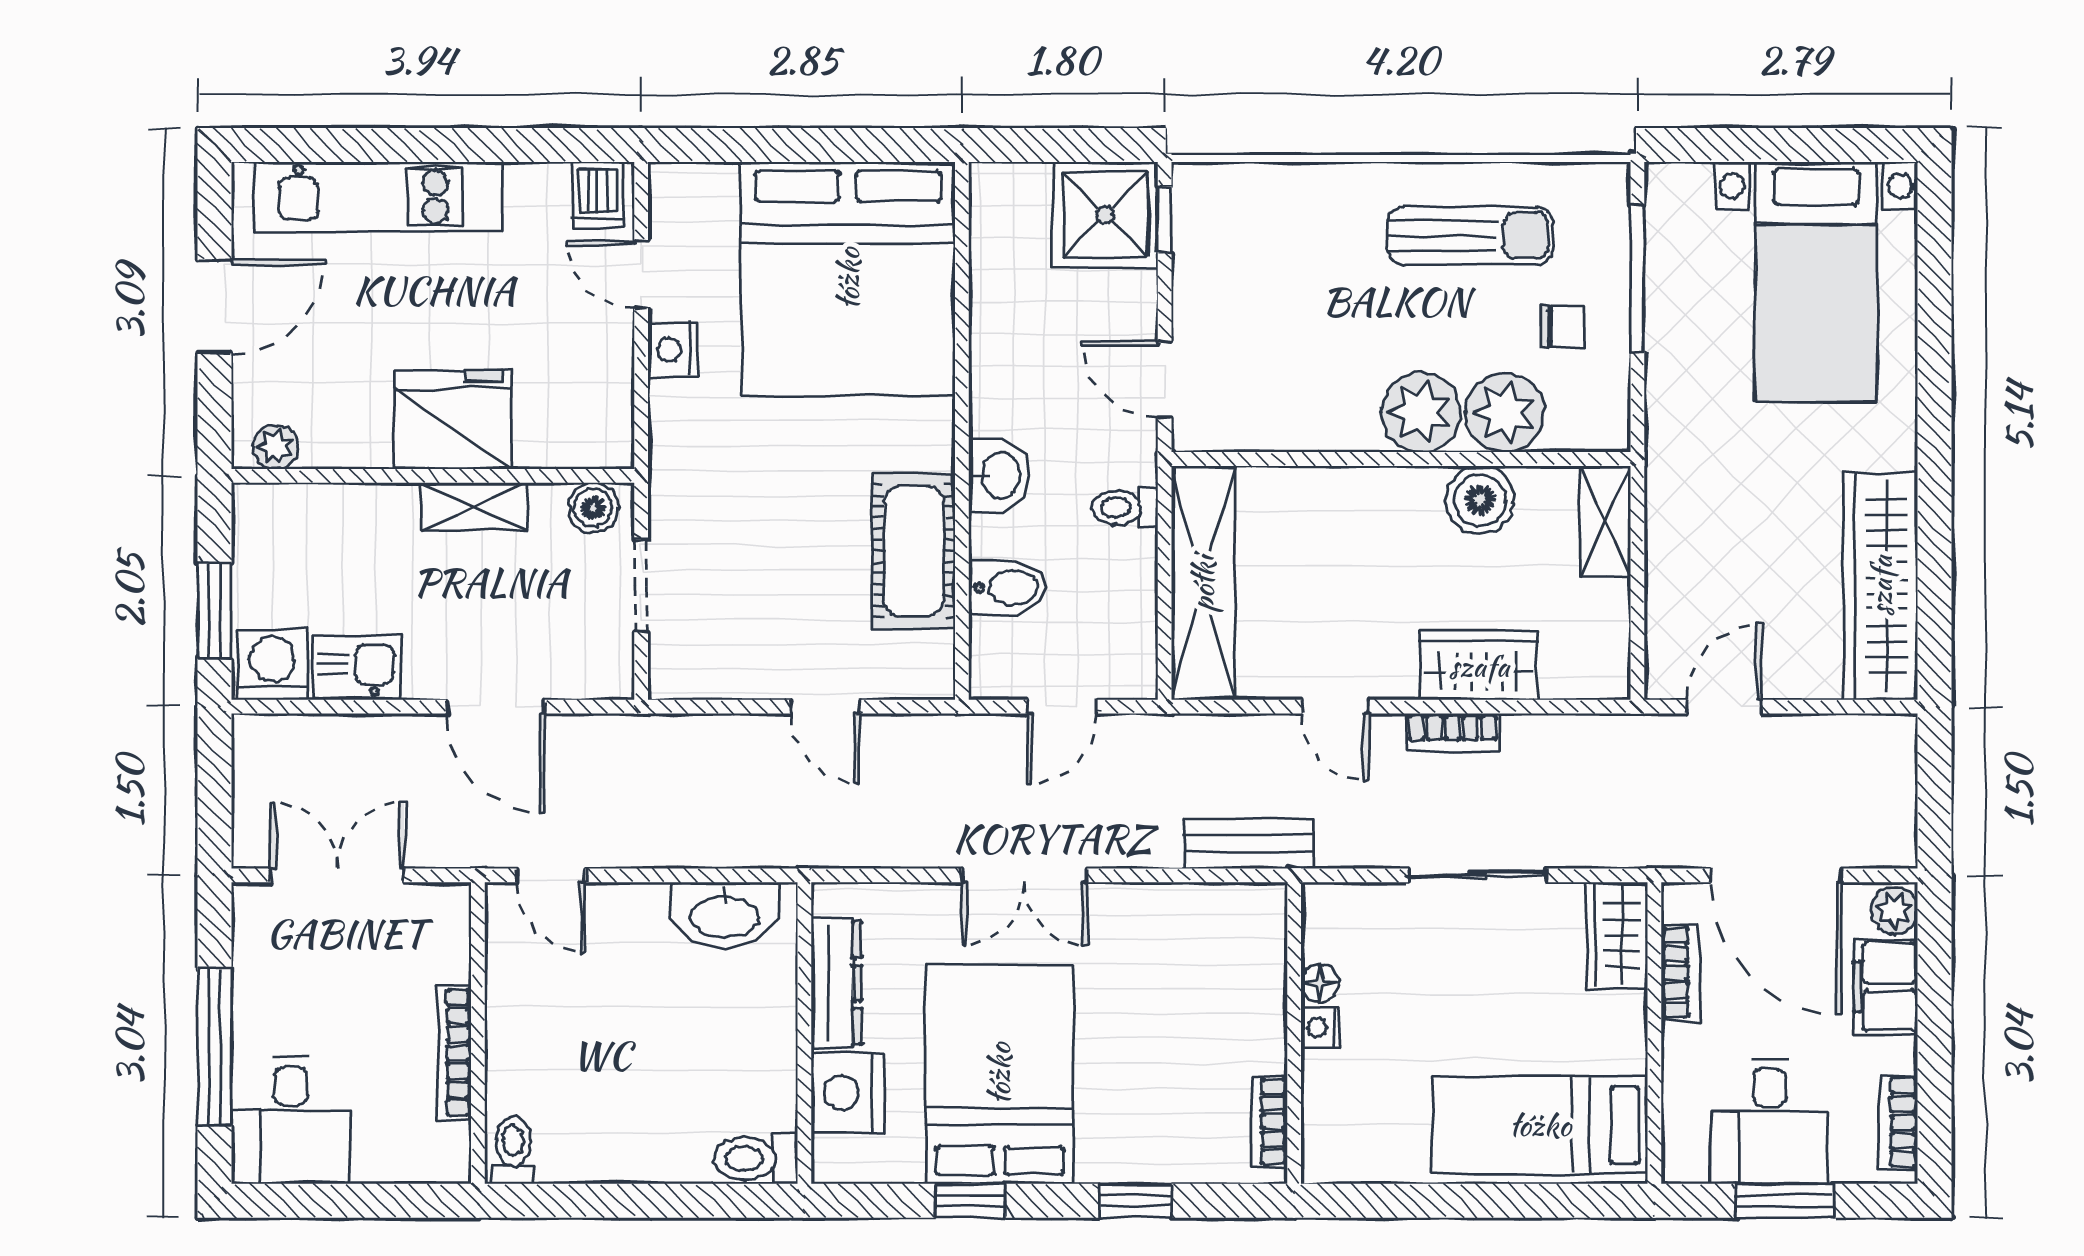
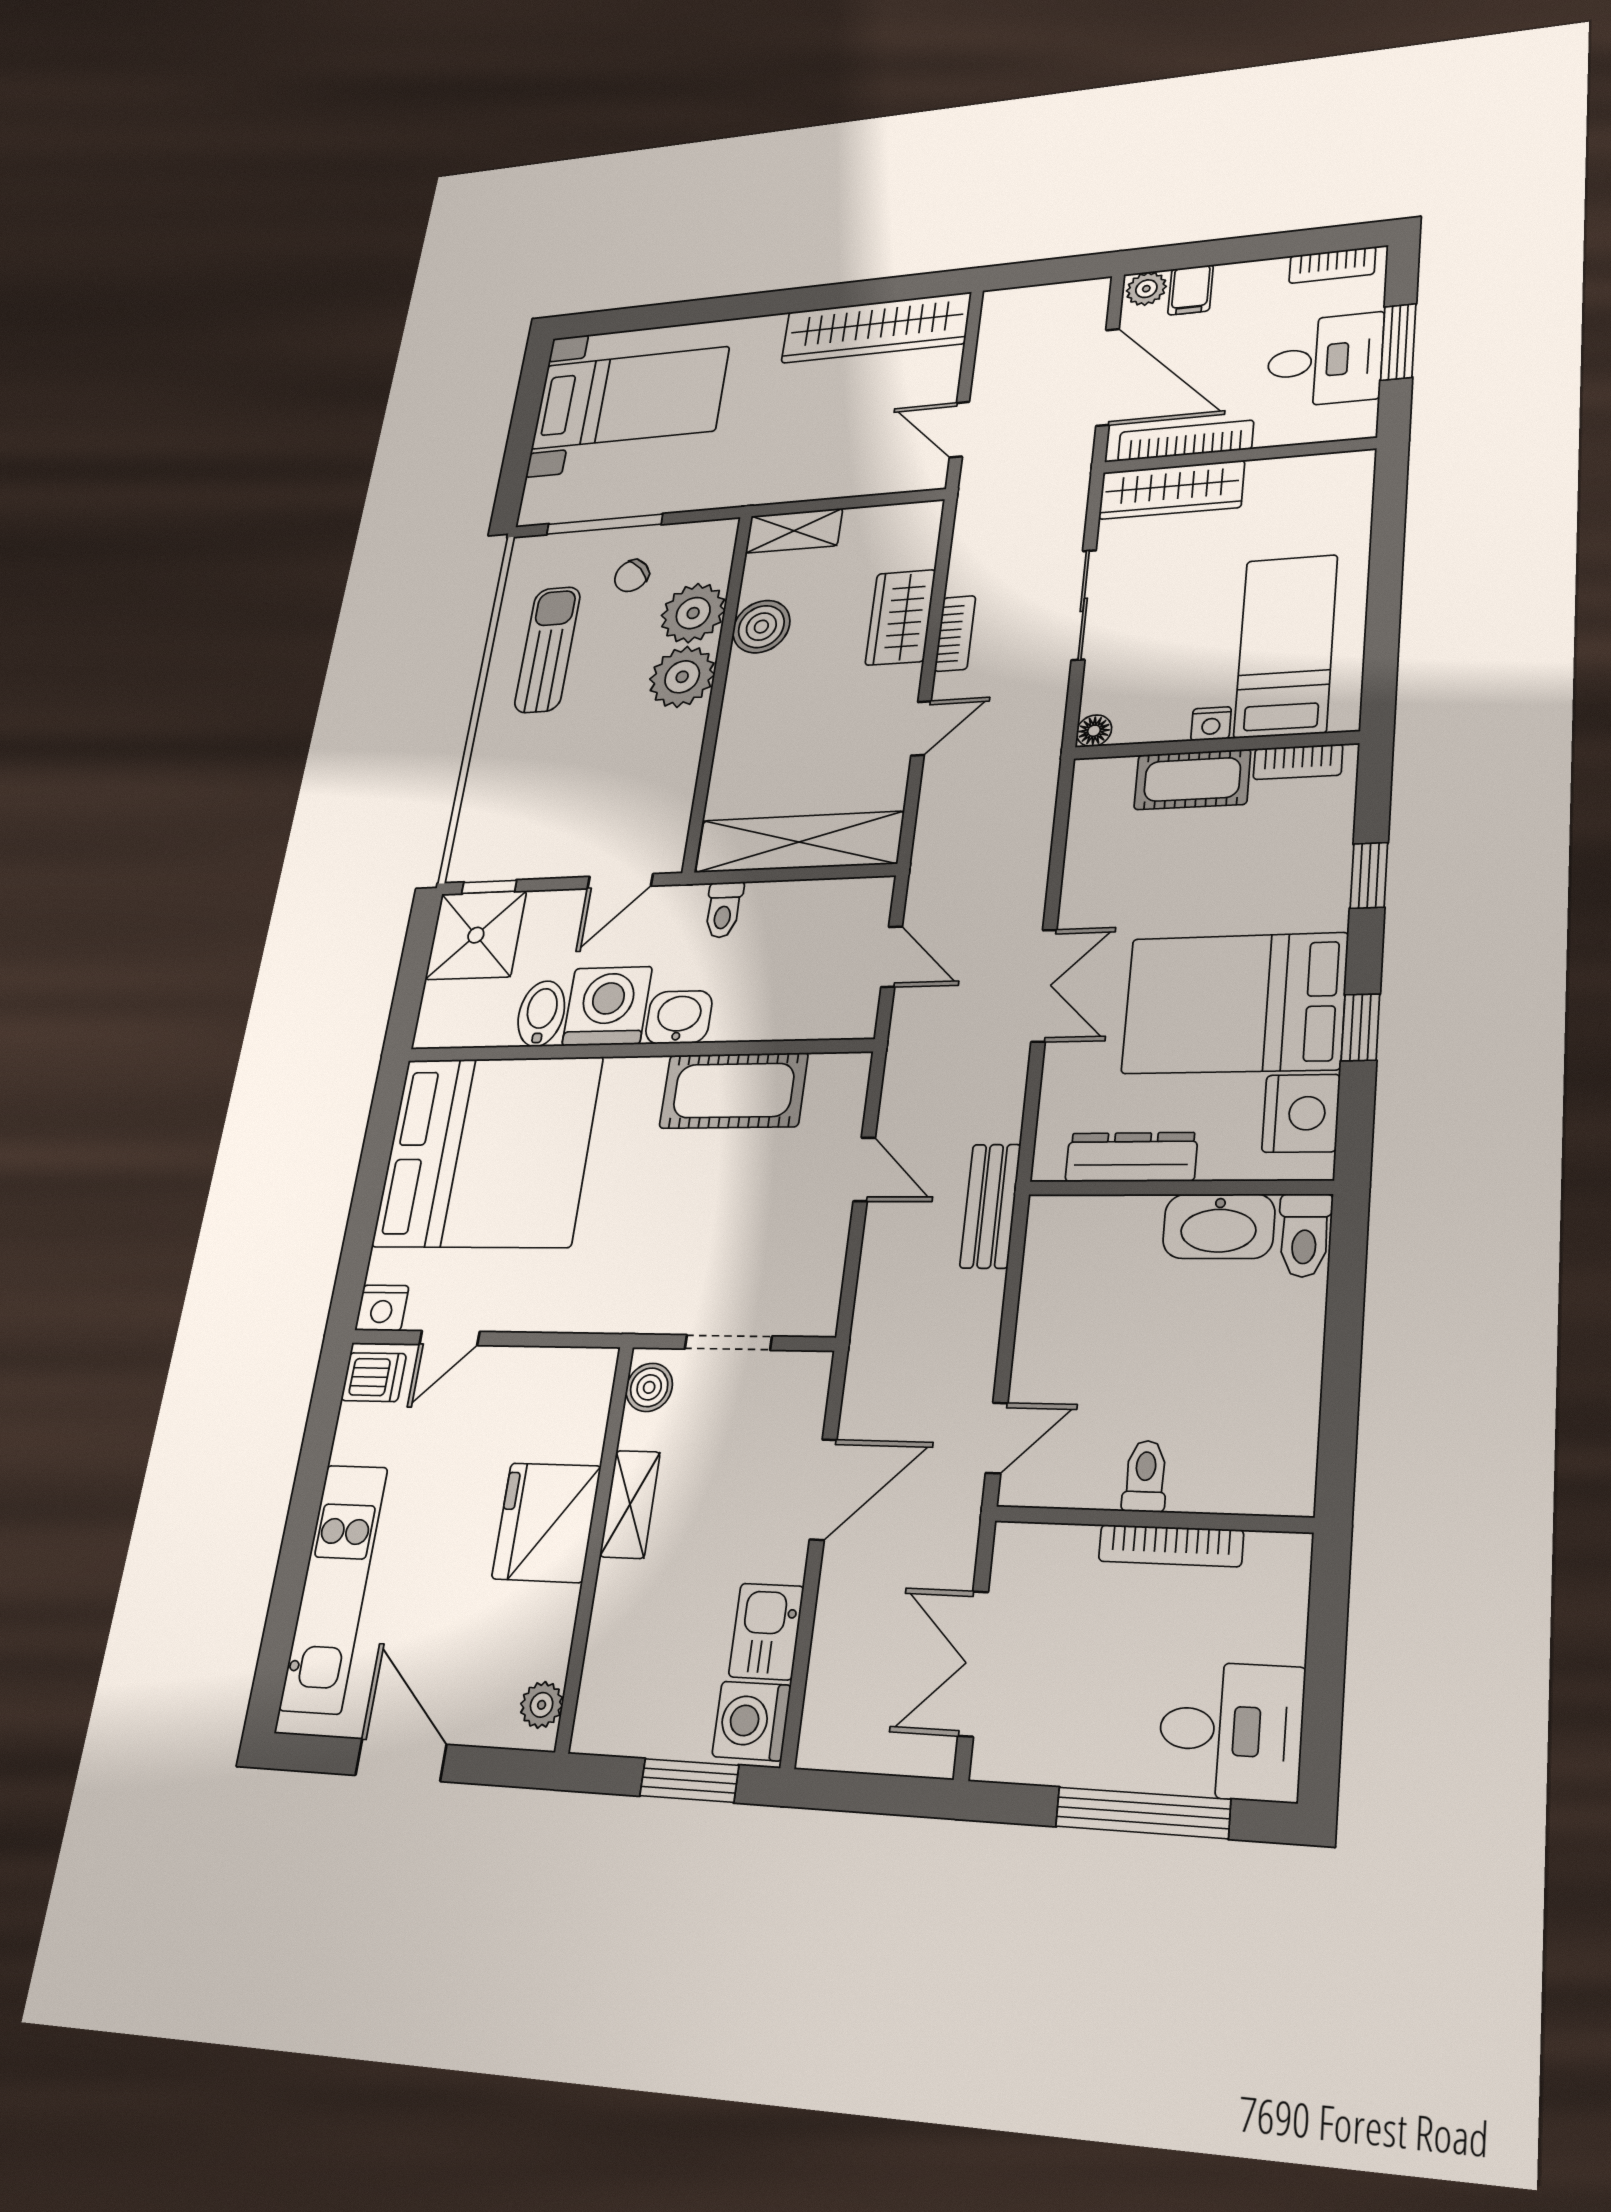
chair: (1562, 326) -> (632, 576), turned -132
nightstand: (673, 350) -> (382, 1308), moved
washing machine: (1014, 389) -> (607, 1006), added
bidet: (1008, 588) -> (541, 1014), moved
door: (825, 707) -> (864, 1169), hinge flipped
bench: (1249, 844) -> (990, 1206), moved
door: (1776, 875) -> (1107, 377), hinge flipped
washbasin: (725, 915) -> (1219, 1226), moved, turned 90
wardrobe: (1617, 935) -> (1171, 490), width x1.50
bookcase: (1680, 972) -> (1185, 441), width x1.56
floor lamp: (1320, 983) -> (1094, 731), moved
filing cabinet: (1886, 987) -> (1191, 290), width x0.50
cot: (1255, 1012) -> (1192, 779), added
nightstand: (847, 1093) -> (1301, 1113), moved, turned -90
bed: (1540, 1125) -> (1286, 646), moved, turned 180
toilet: (513, 1150) -> (1145, 1476), moved, turned 90

